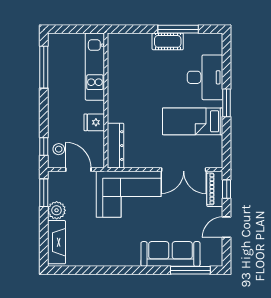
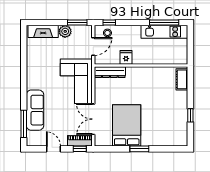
window: (178, 29) -> (190, 115), width x0.46
cot: (168, 41) -> (182, 79), moved
kitchen unit: (95, 67) -> (164, 32), moved, turned 180
desk: (205, 77) -> (157, 134), removed
bed: (193, 121) -> (127, 125), width x1.50

